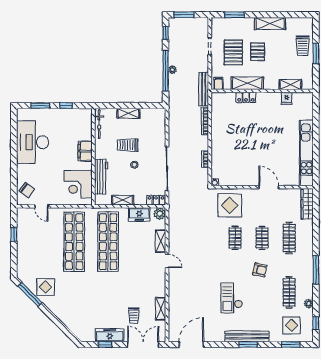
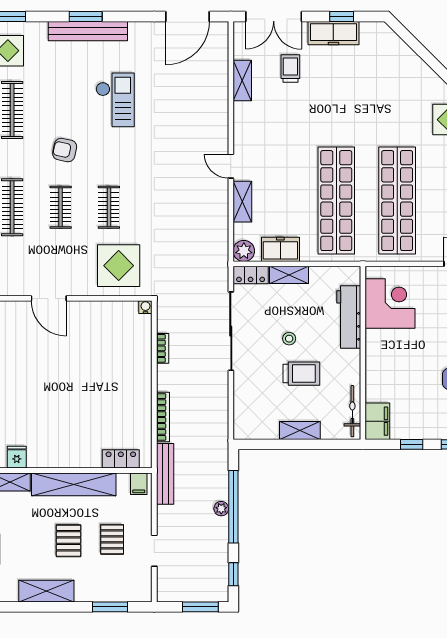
pallet: (233, 52) -> (112, 539), width x0.67, depth x0.71
shelving: (247, 83) -> (74, 484), width x1.47
locker: (246, 97) -> (121, 459), moved
filing cabinet: (85, 151) -> (377, 421), moved
shelving: (123, 200) -> (289, 275), moved

